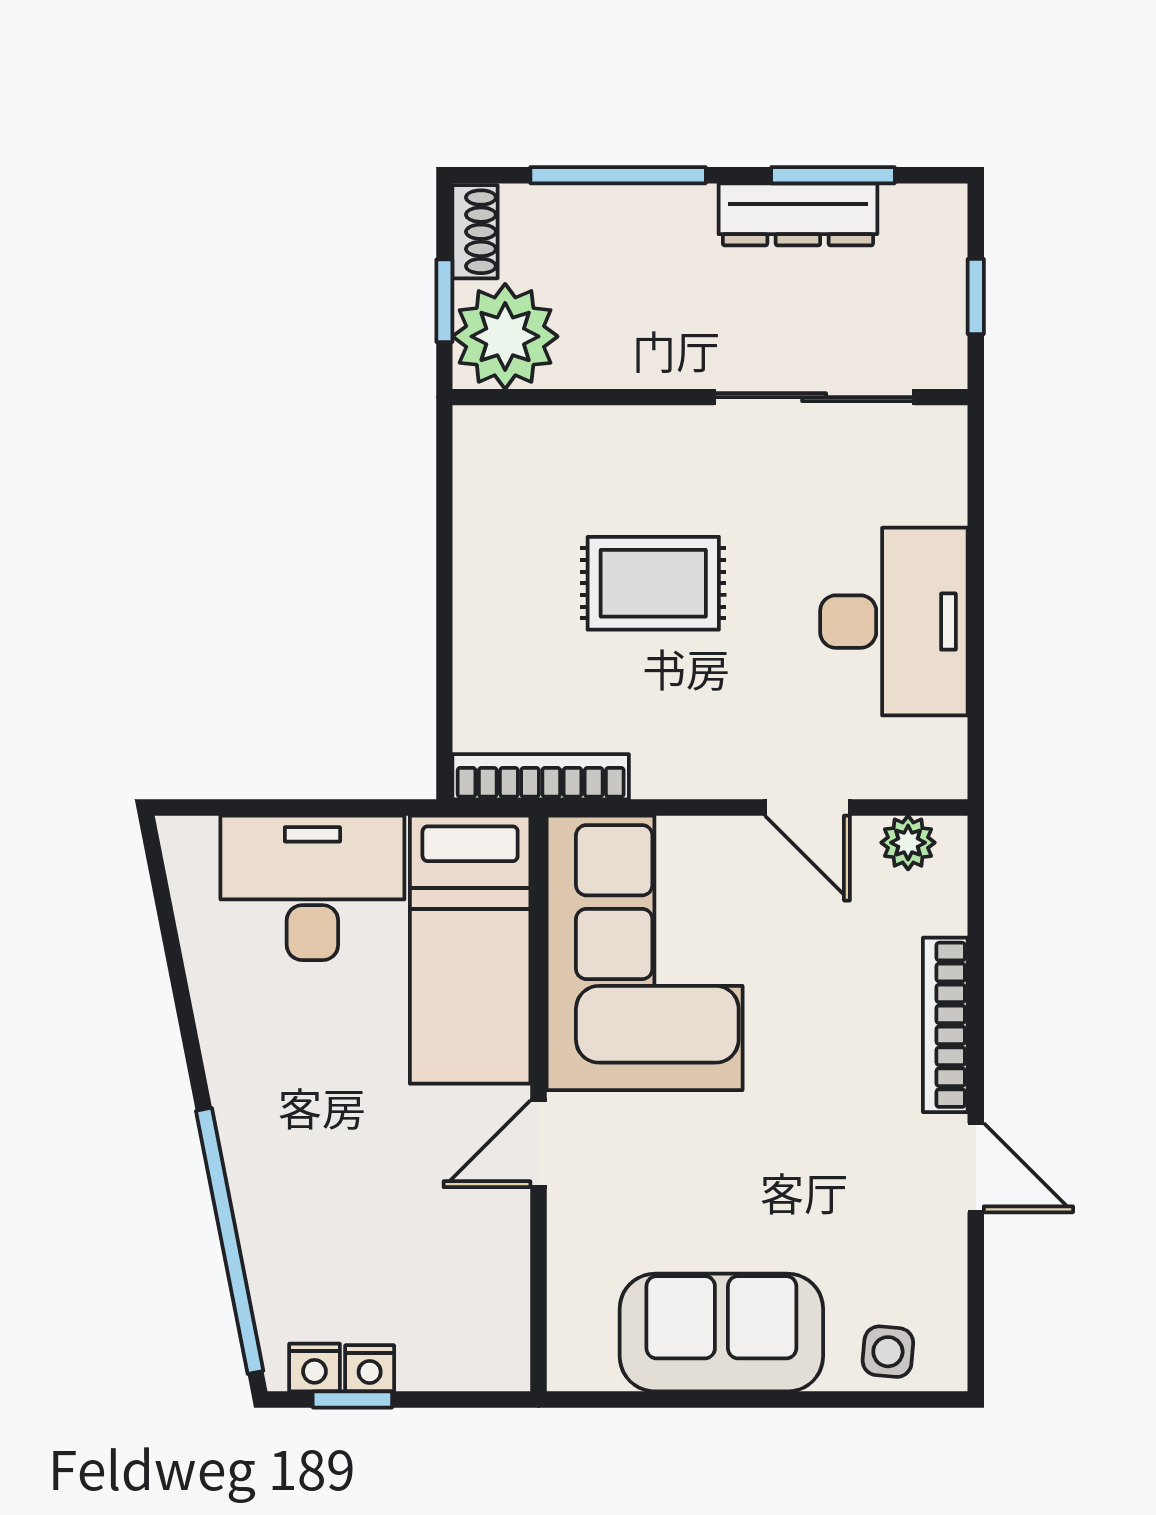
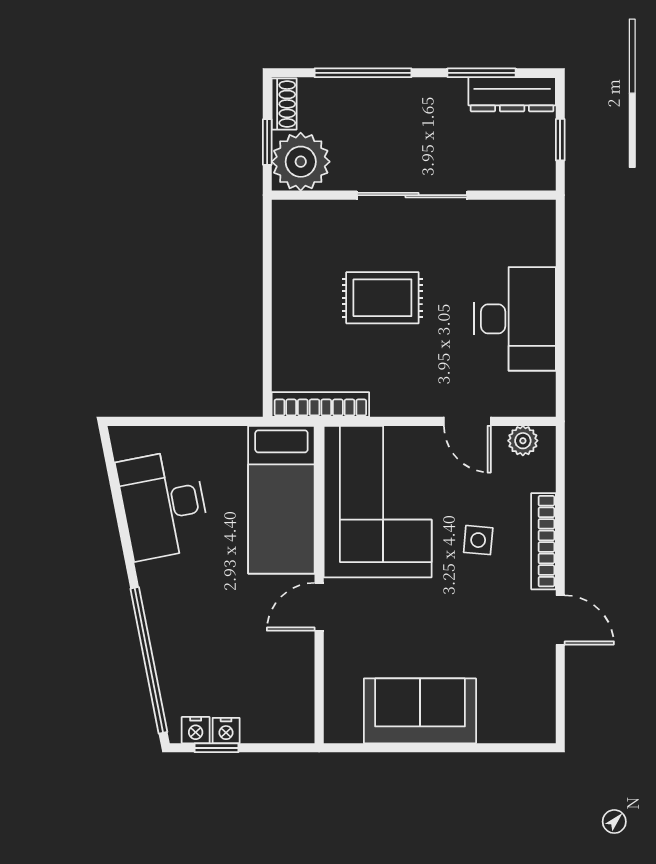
dresser: (798, 214) -> (512, 94), moved
sliding door: (814, 397) -> (412, 195), moved
desk: (312, 888) -> (163, 505), moved, turned -101
side table: (888, 1352) -> (478, 540), moved

